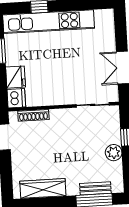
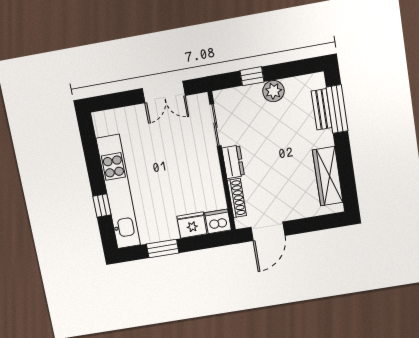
dresser: (62, 115) -> (233, 162), added

